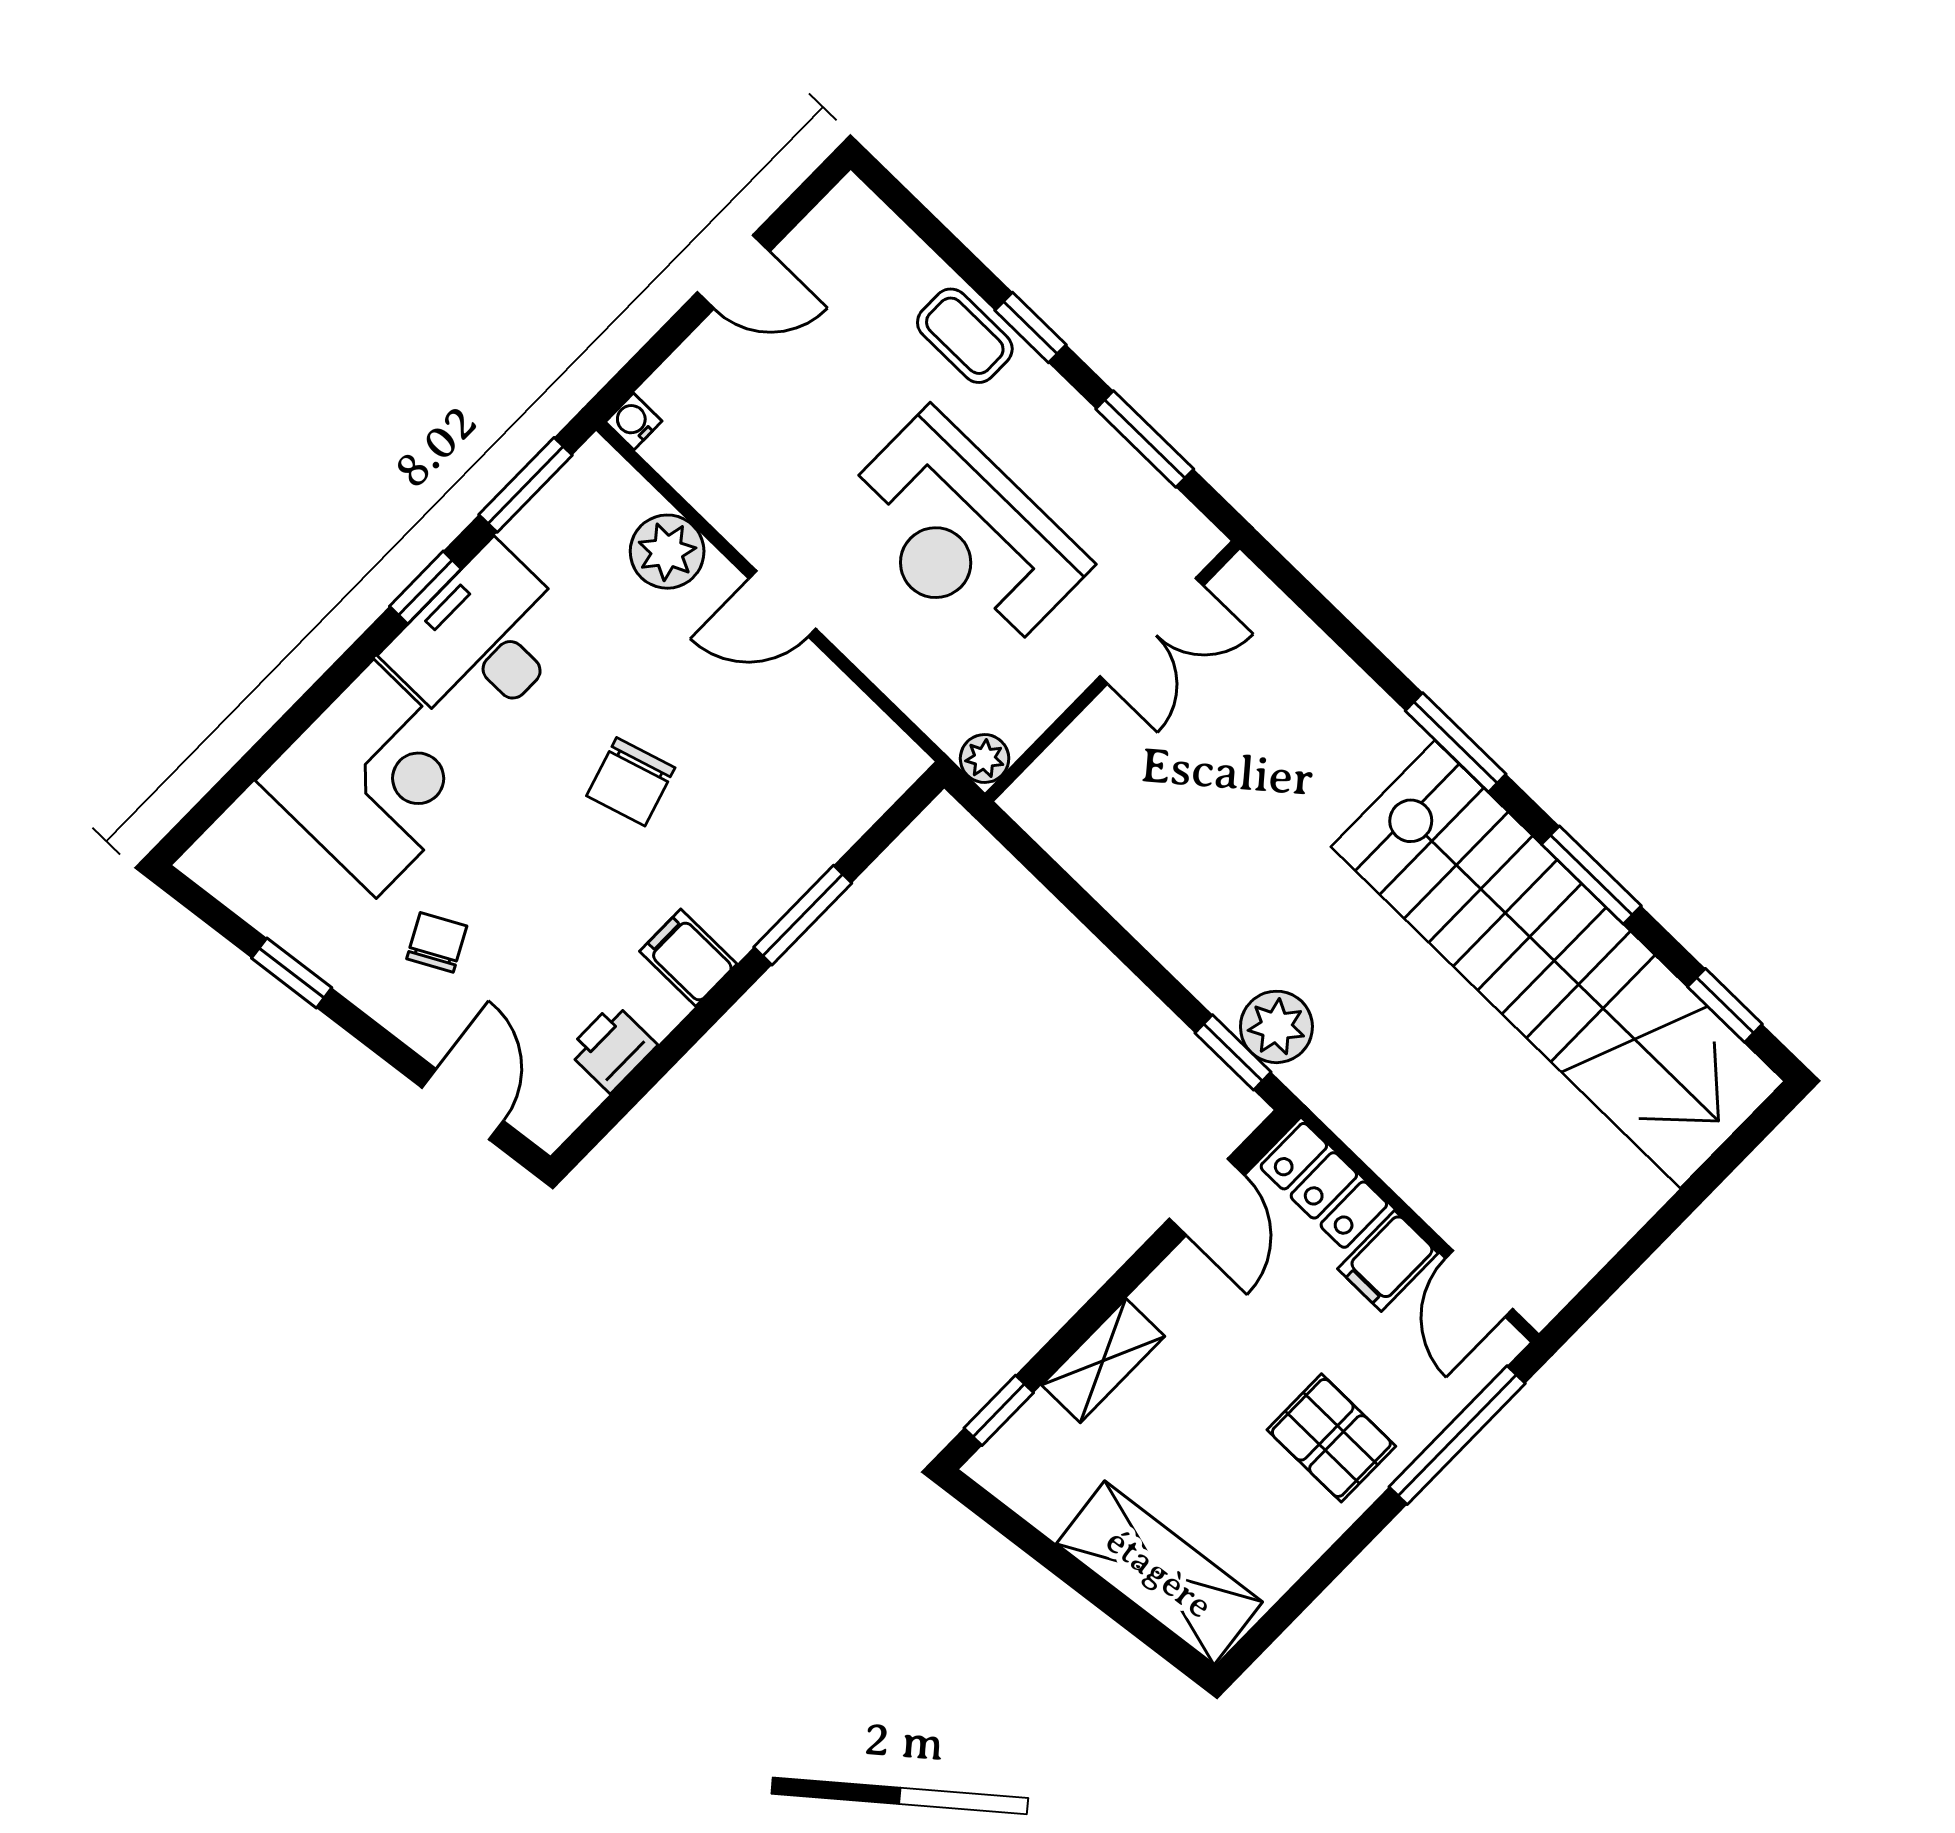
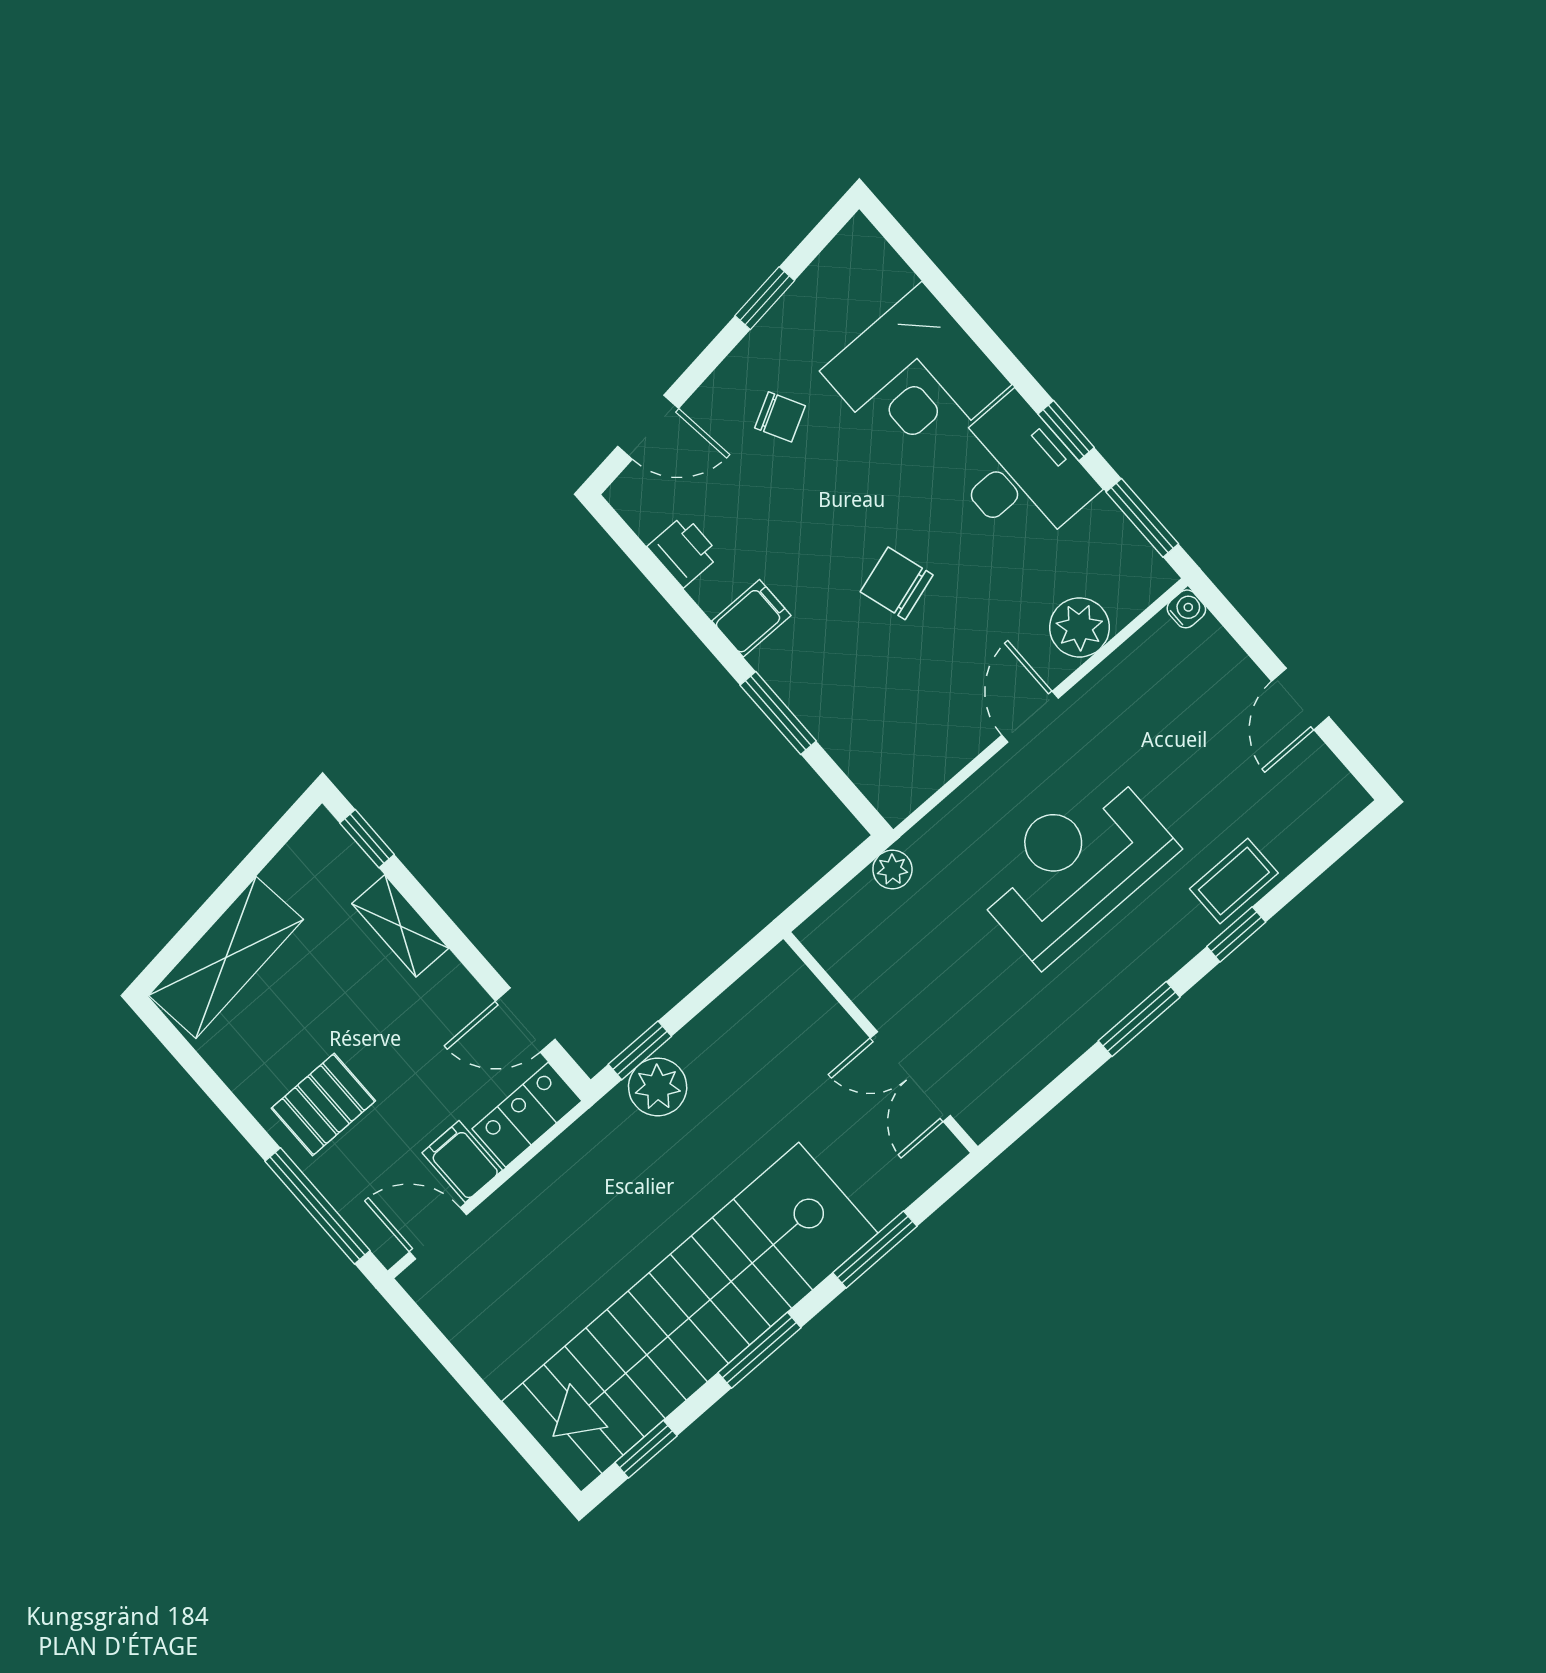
double door: (1152, 631) -> (910, 1077), moved
wall: (1112, 671) -> (881, 1042), moved

